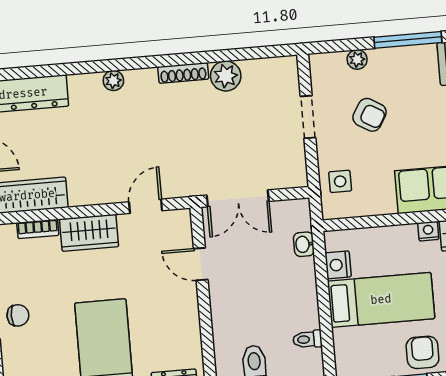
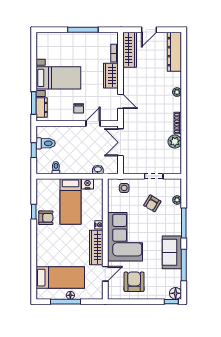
chair: (18, 315) -> (79, 108), moved

